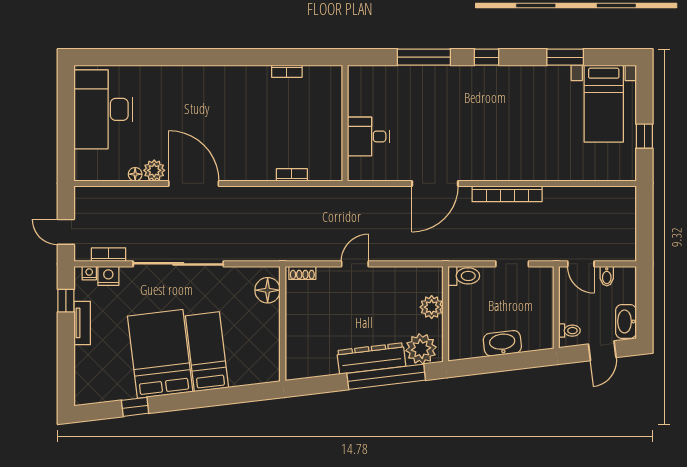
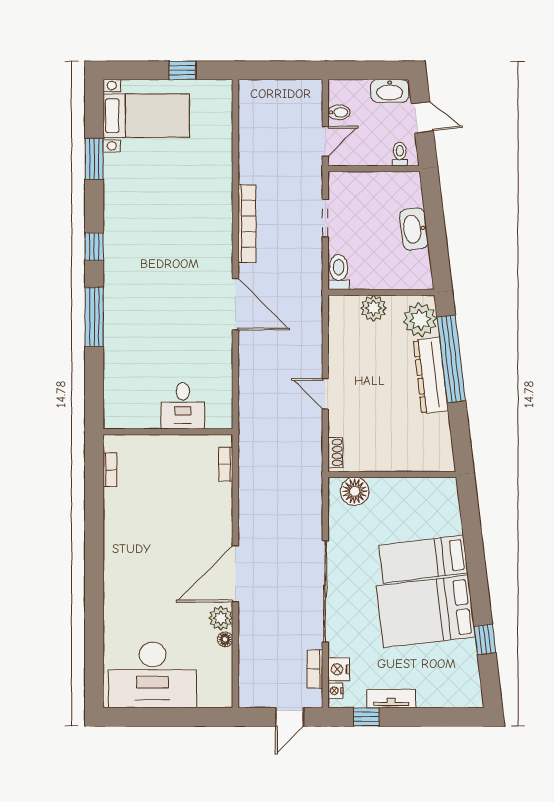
wall: (345, 123) -> (168, 432), moved
desk: (368, 136) -> (183, 406), moved

